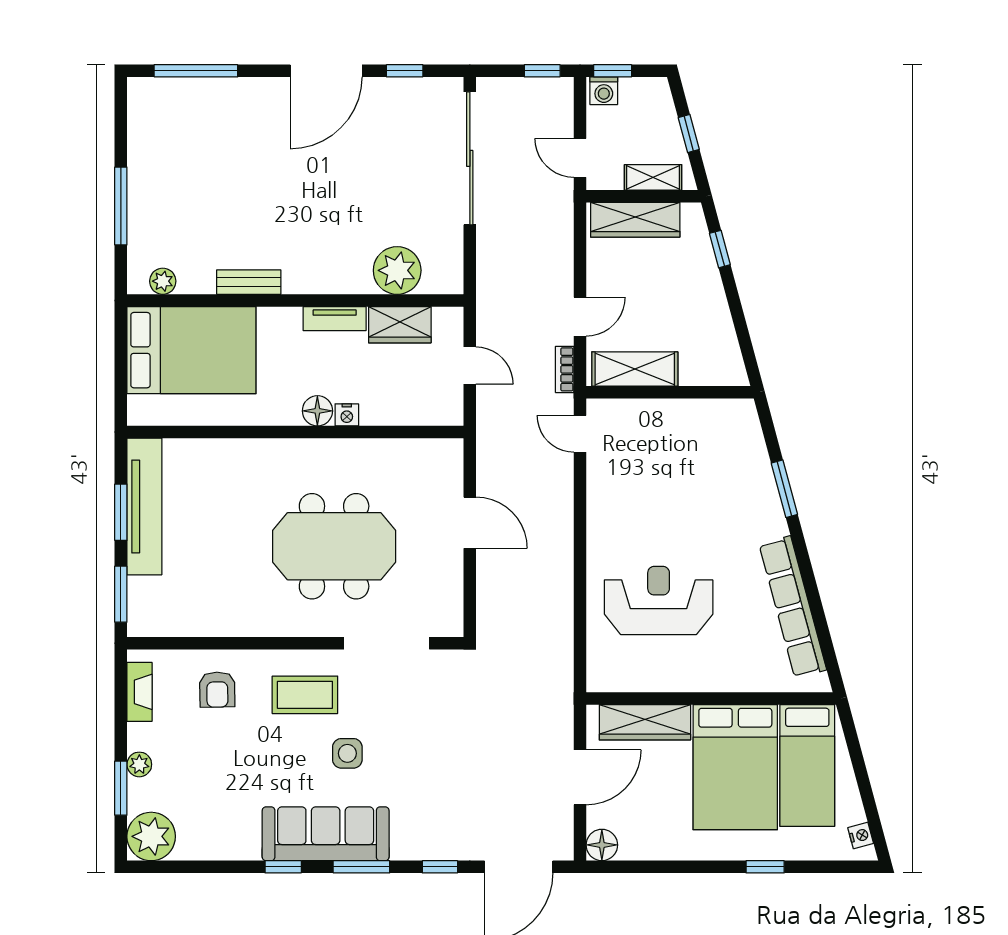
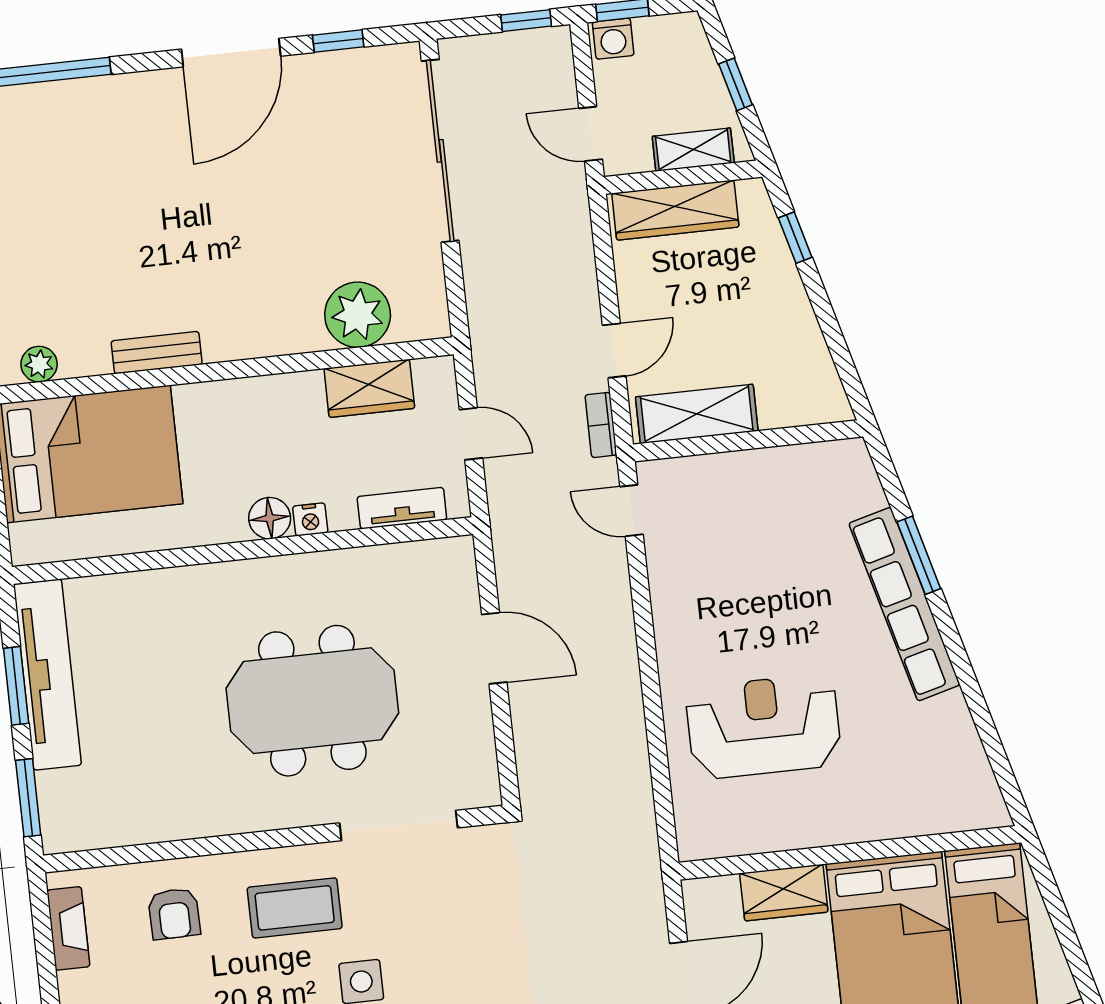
tv unit: (335, 319) -> (402, 508), moved, turned 180
row of seats: (793, 607) -> (904, 604), moved
wardrobe: (645, 722) -> (784, 893), width x0.67

